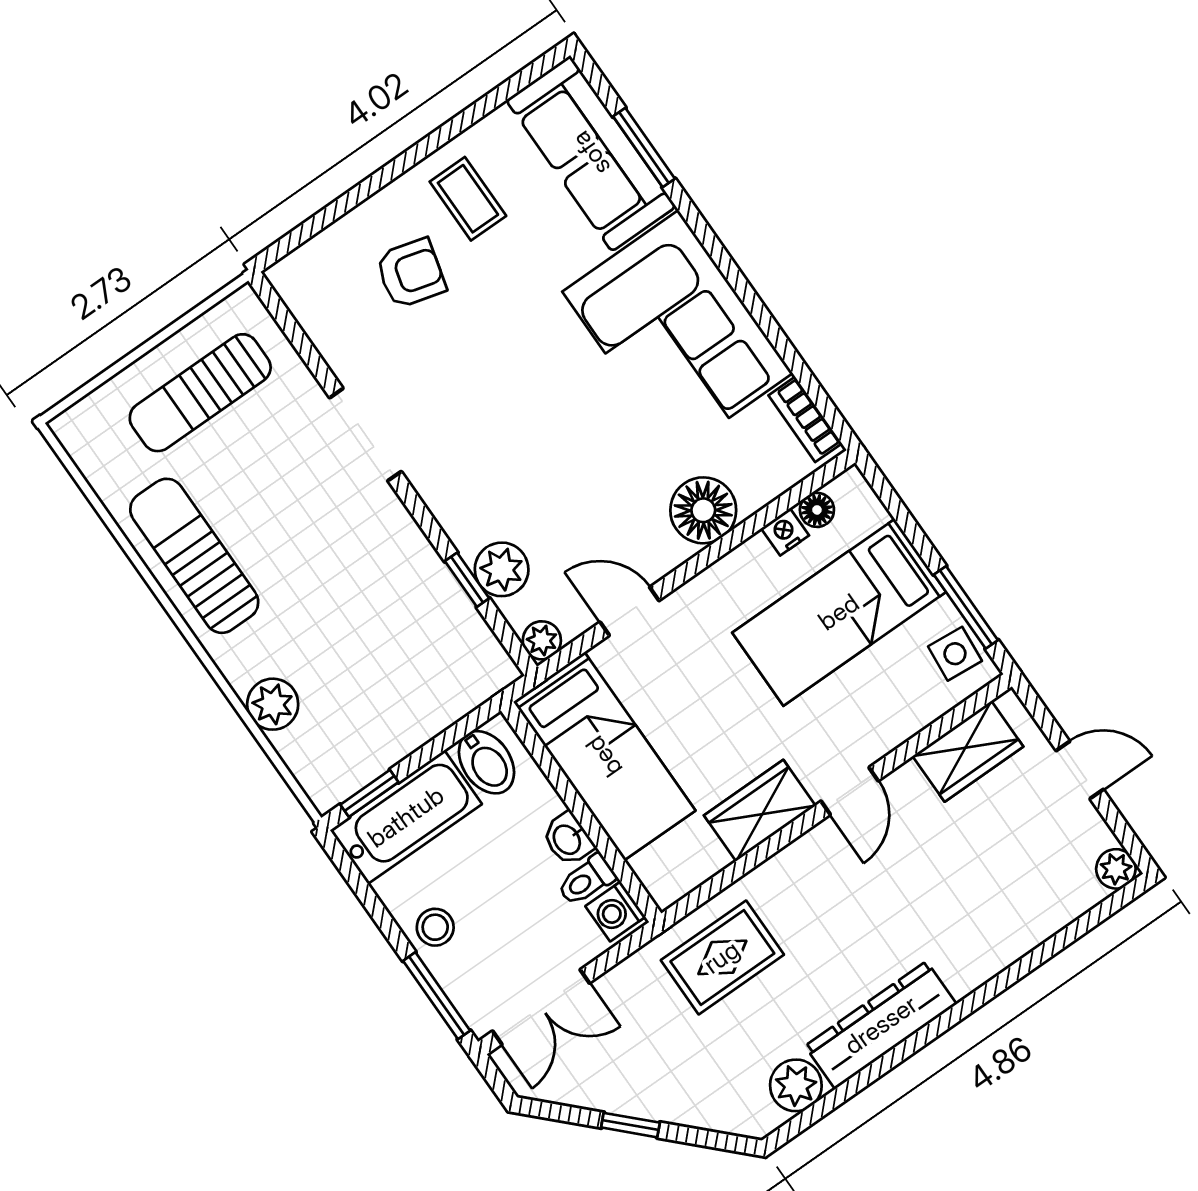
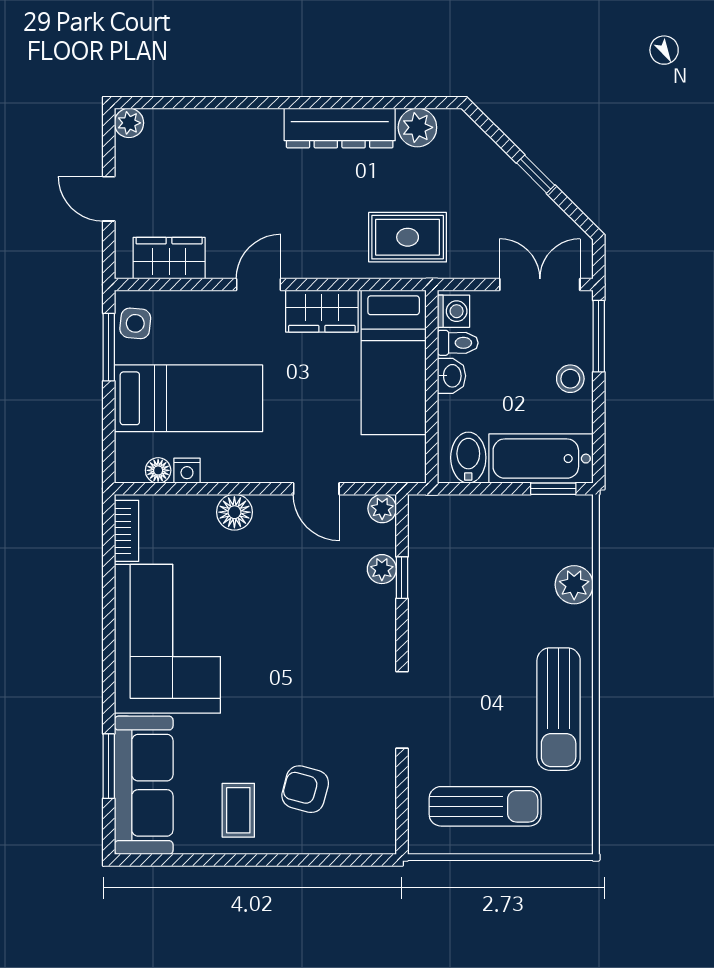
floor lamp: (703, 510) -> (234, 512), width x0.73, depth x0.73
plant: (502, 569) -> (382, 569), width x0.73, depth x0.73
bed: (604, 756) -> (394, 362), moved, turned 180

